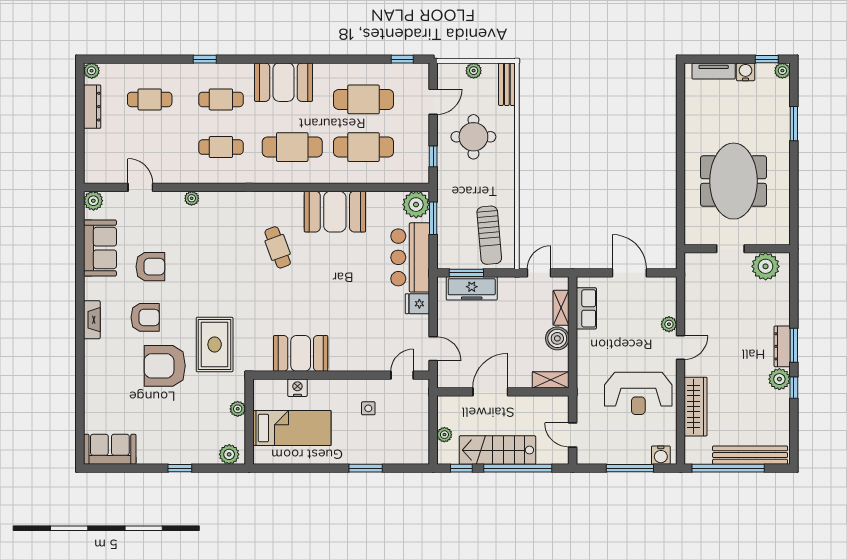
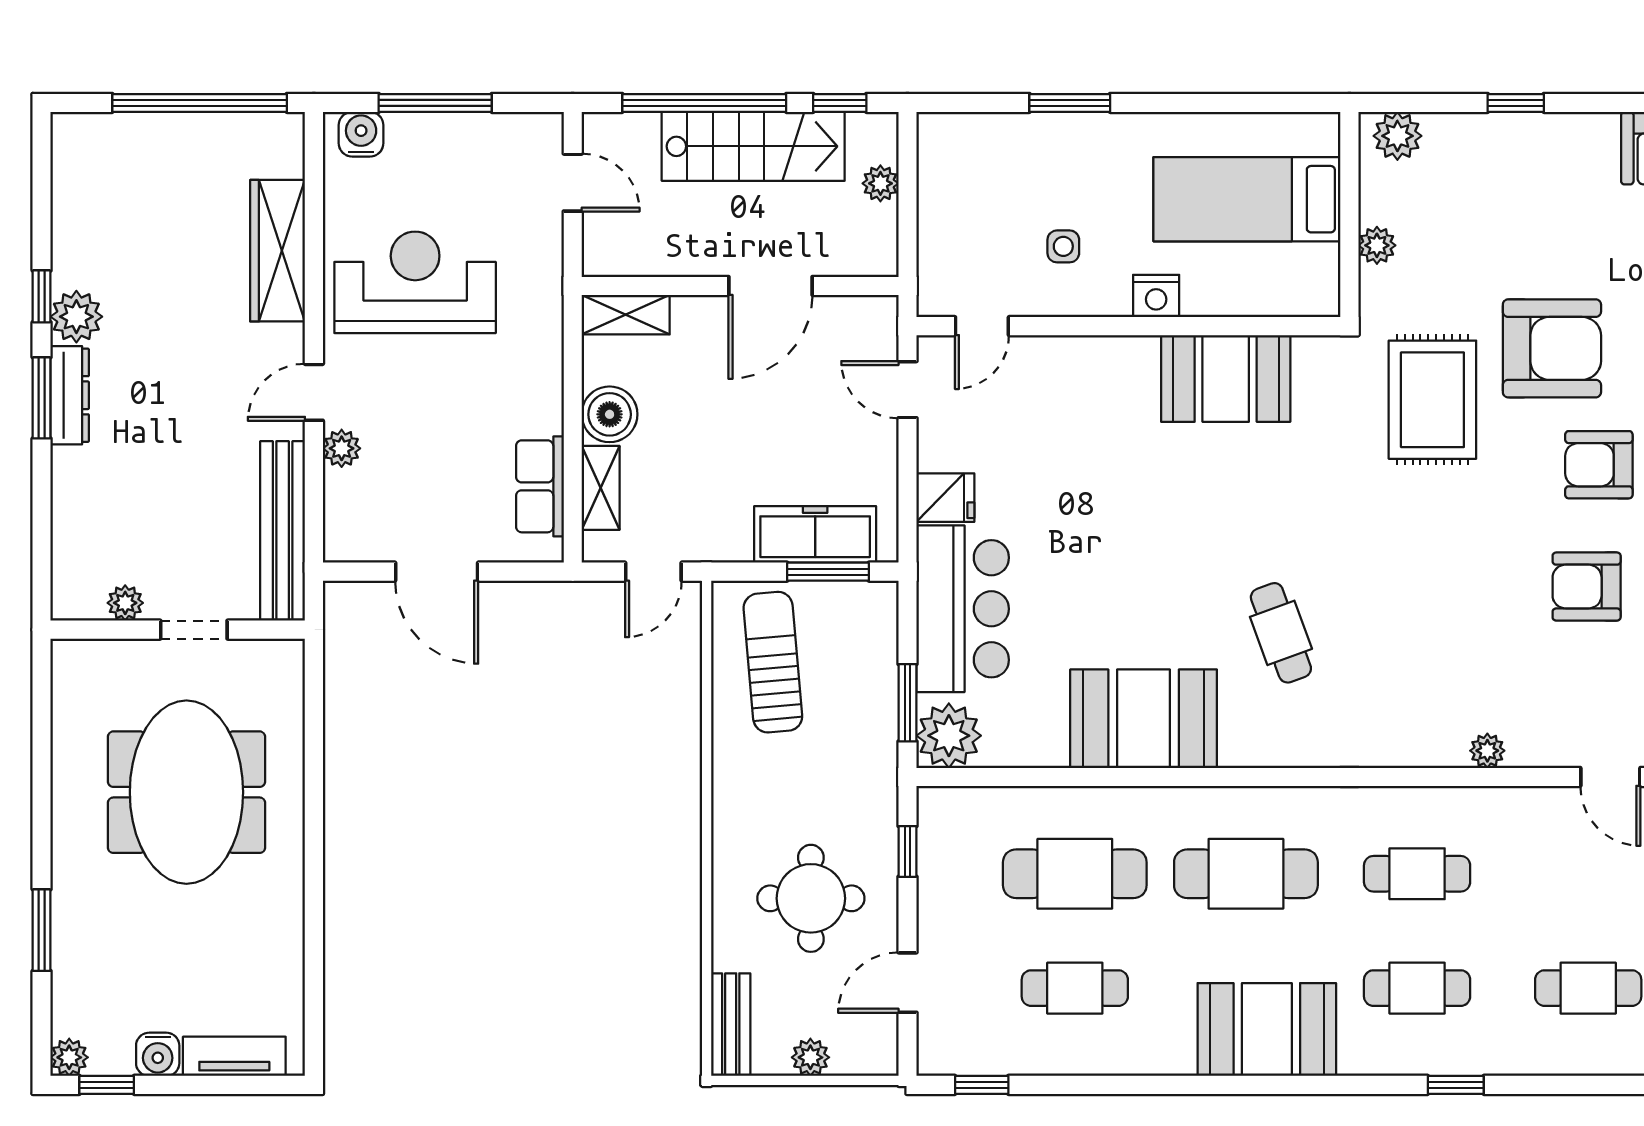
cafe table: (364, 99) -> (1075, 988), width x0.73, depth x0.74
plant: (766, 266) -> (125, 603), width x0.53, depth x0.53
nightstand: (297, 388) -> (1156, 296), moved
bench: (750, 455) -> (283, 531), moved, turned 90

